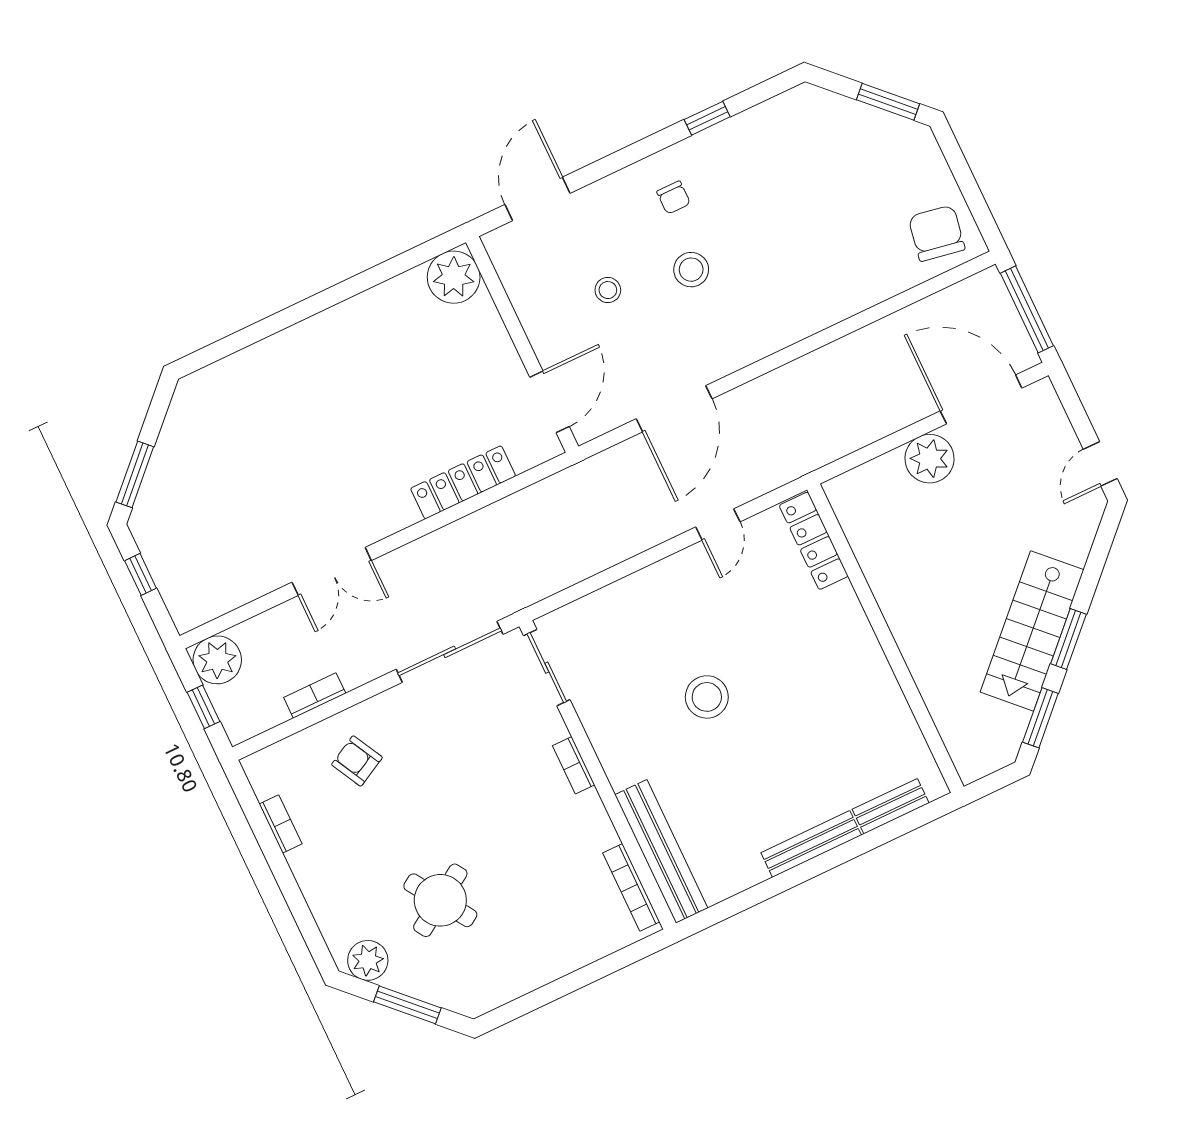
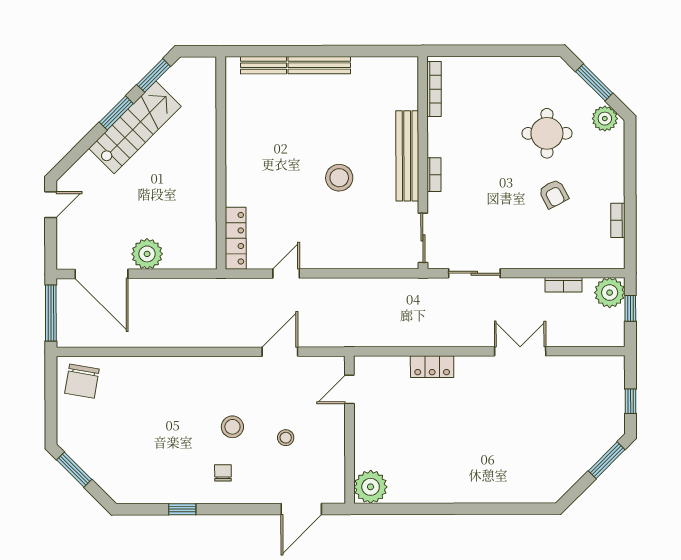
door: (550, 402) -> (349, 389), width x0.73
door: (674, 409) -> (280, 352), width x0.73
locker: (463, 482) -> (432, 367), width x0.66
sliding door: (450, 652) -> (474, 273), width x0.73
plant: (217, 660) -> (610, 293), moved
armchair: (357, 761) -> (554, 194), moved
bench: (661, 851) -> (407, 156), moved
round table: (440, 900) -> (547, 133), turned 33

